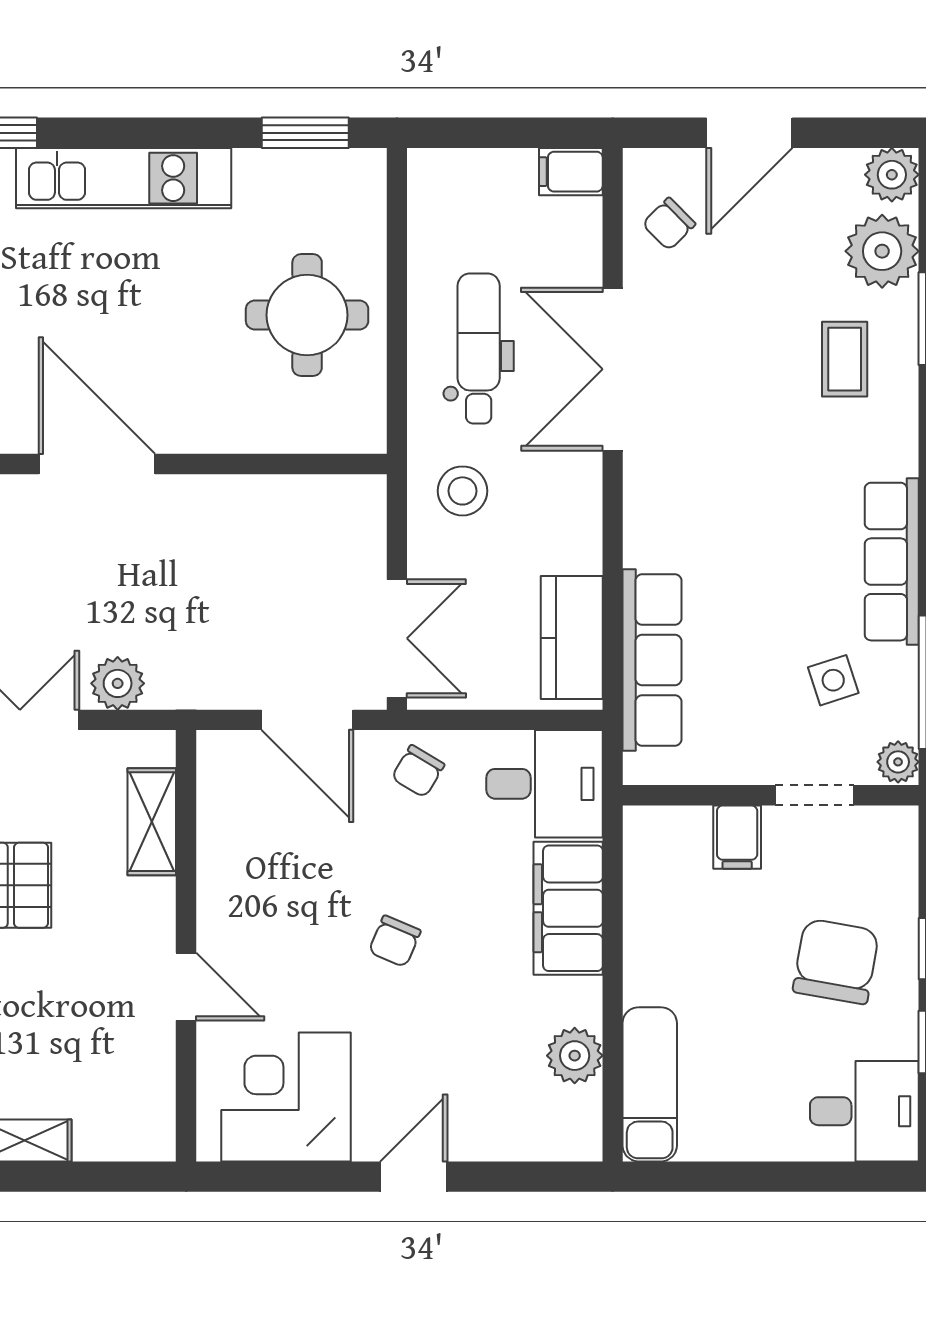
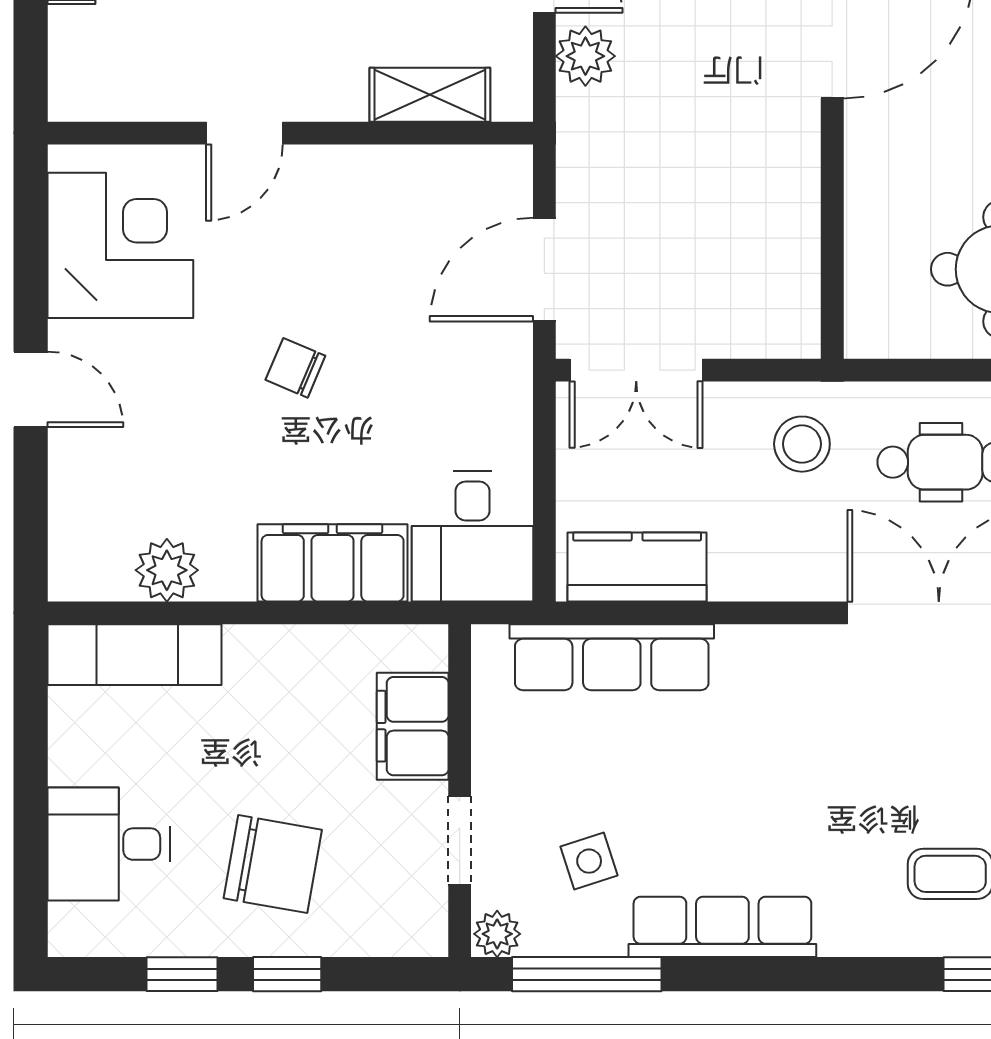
chair: (418, 771) -> (487, 394), removed
filing cabinet: (737, 837) -> (413, 726), width x2.00
desk: (864, 1111) -> (109, 844), moved, turned 90

